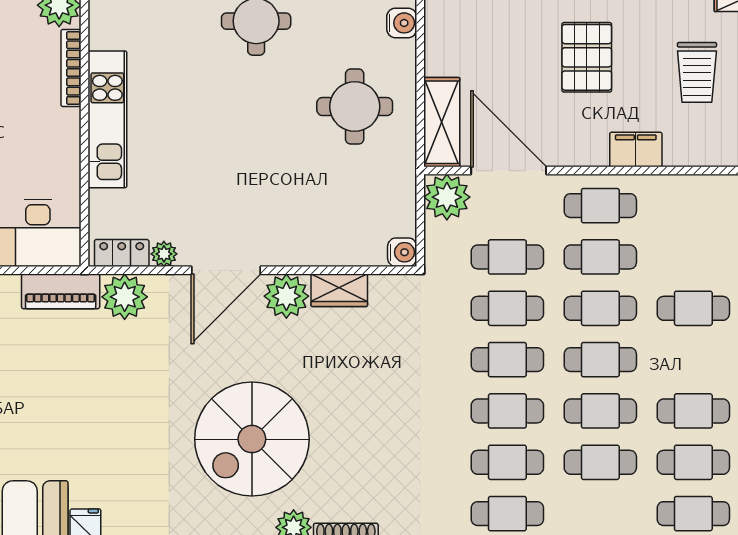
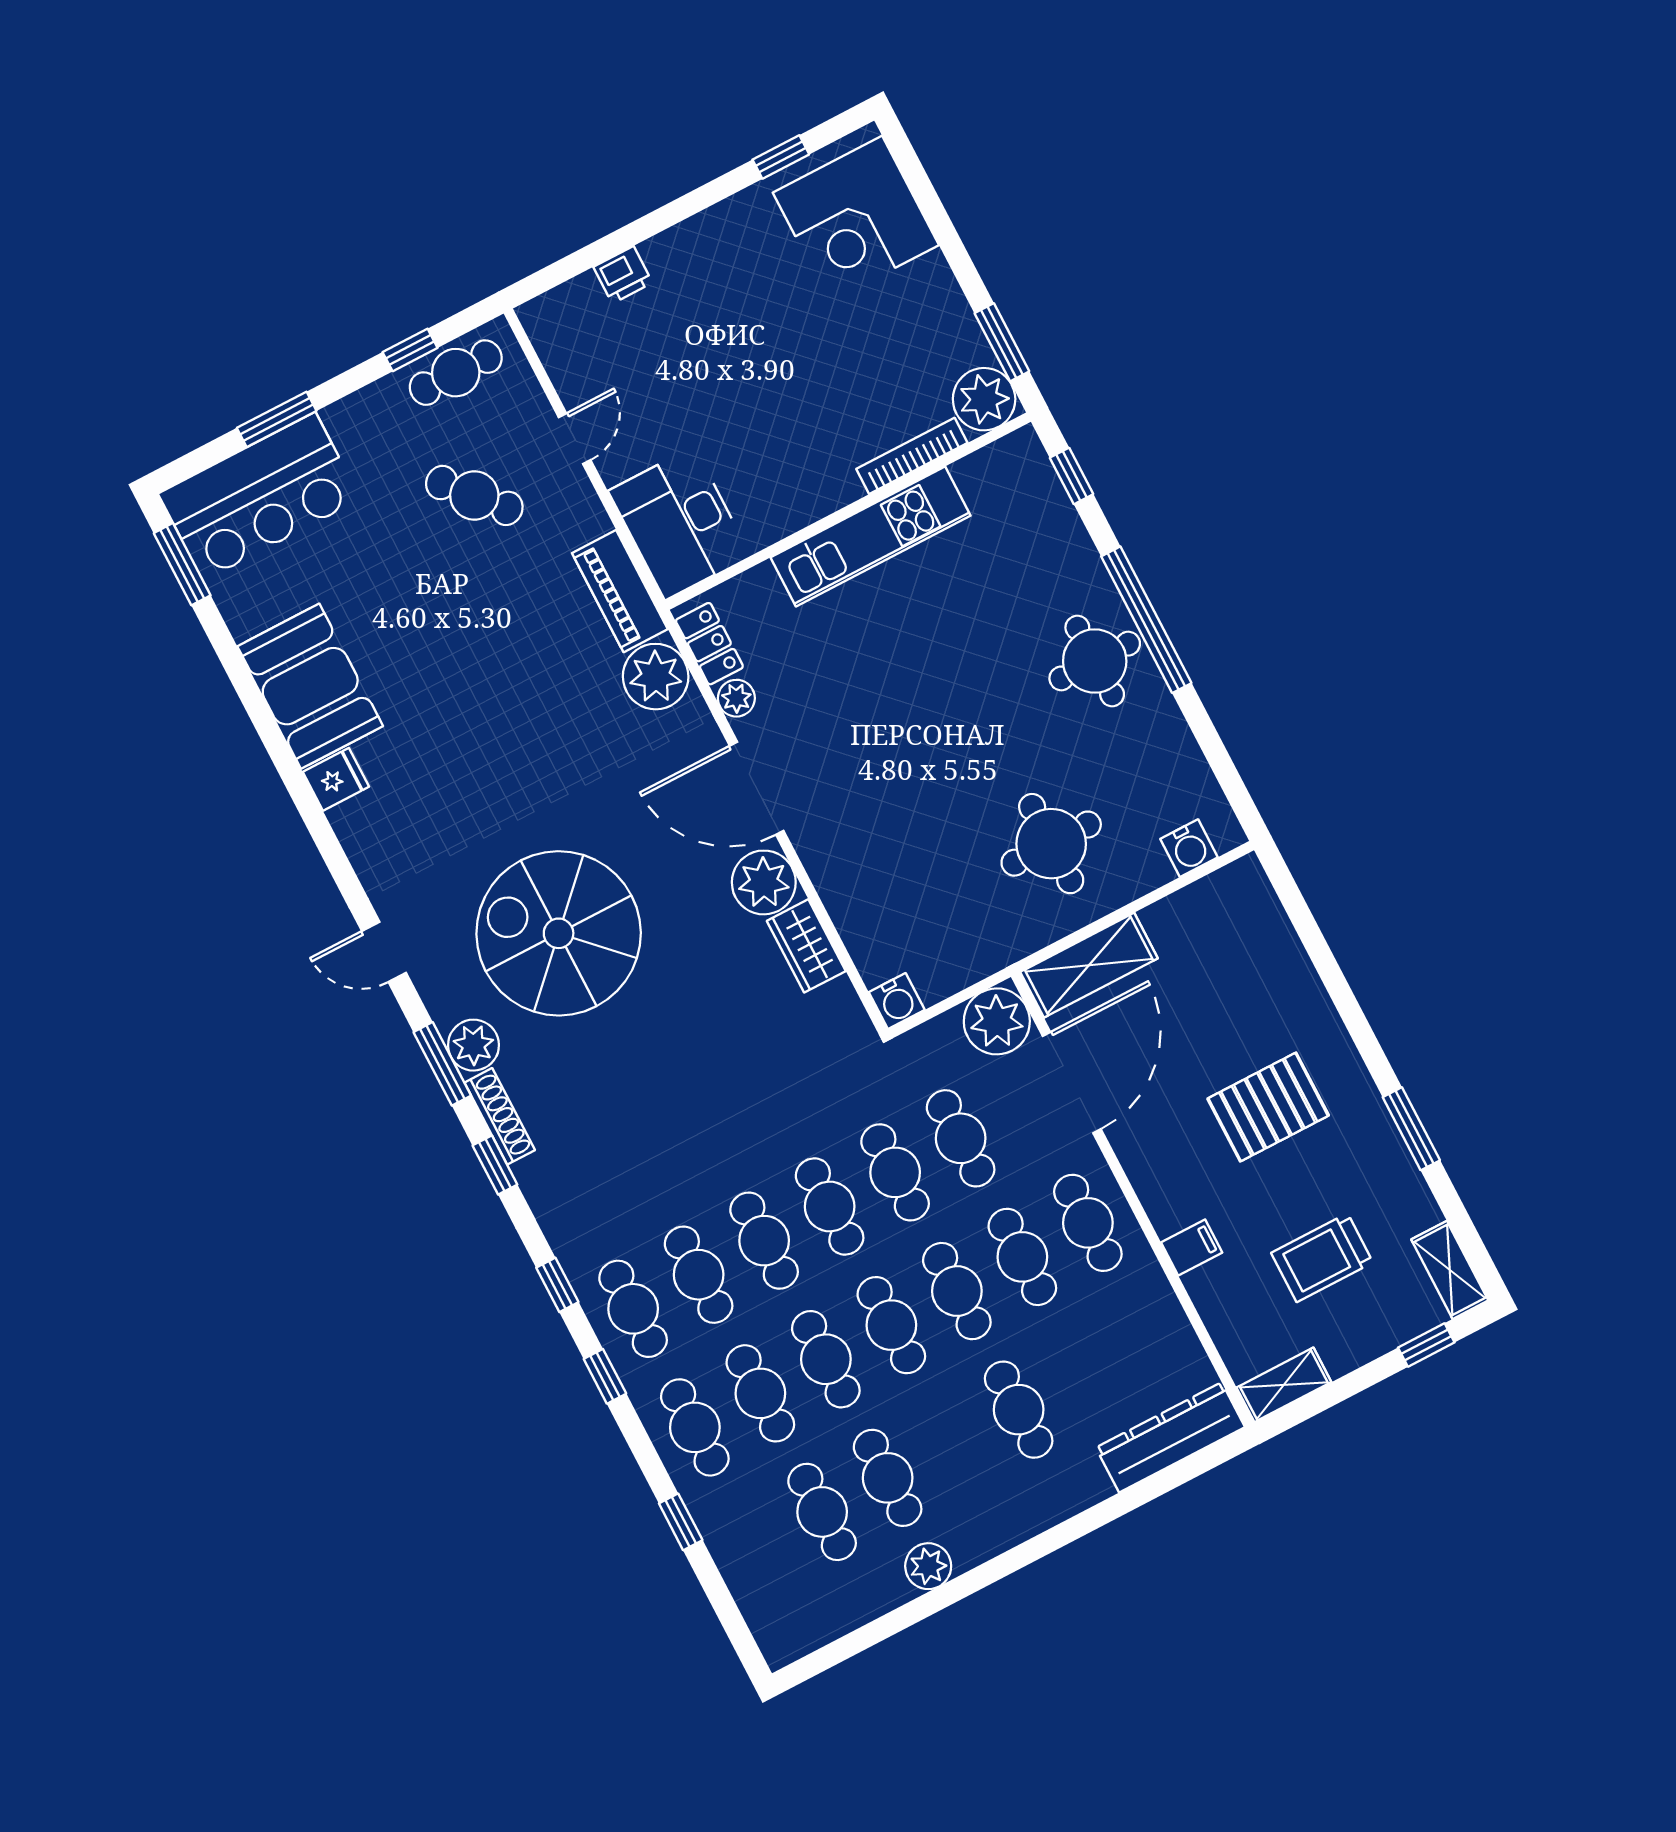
filing cabinet: (636, 150) -> (1192, 1247), width x0.50
cafe table: (693, 514) -> (695, 1427), moved

